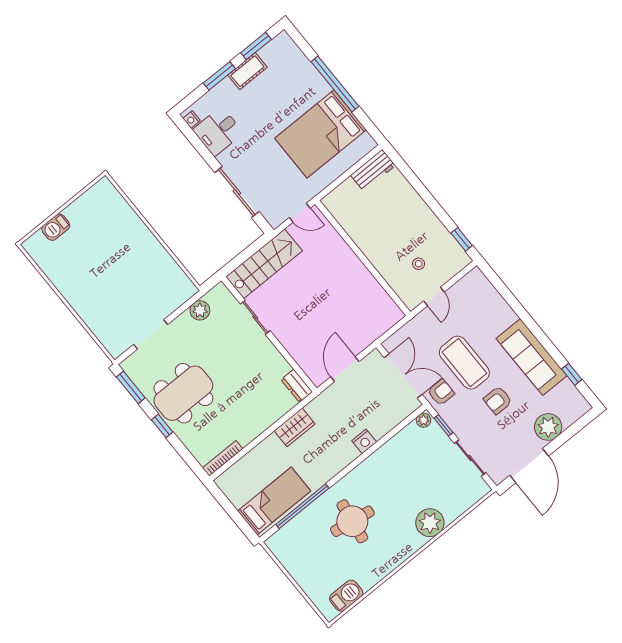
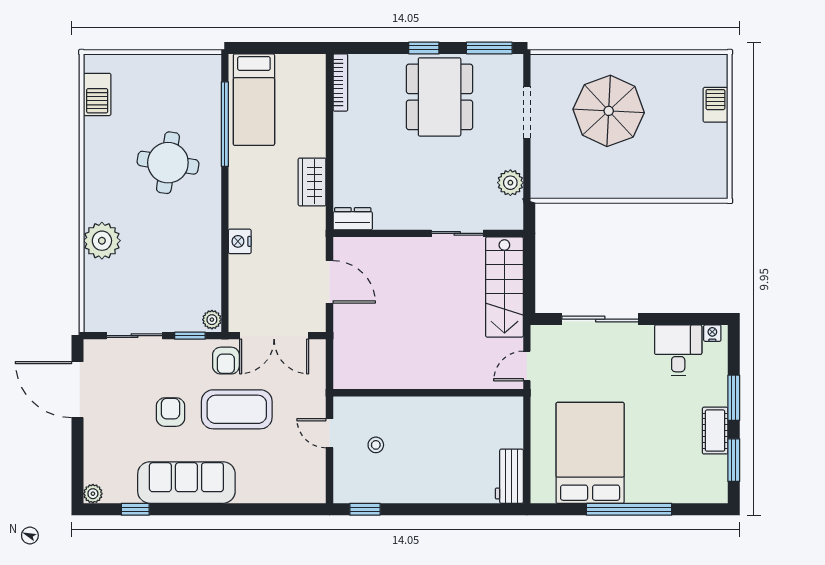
parasol: (111, 287) -> (609, 111), added
plant: (548, 427) -> (93, 494), moved, width x0.53, depth x0.53

